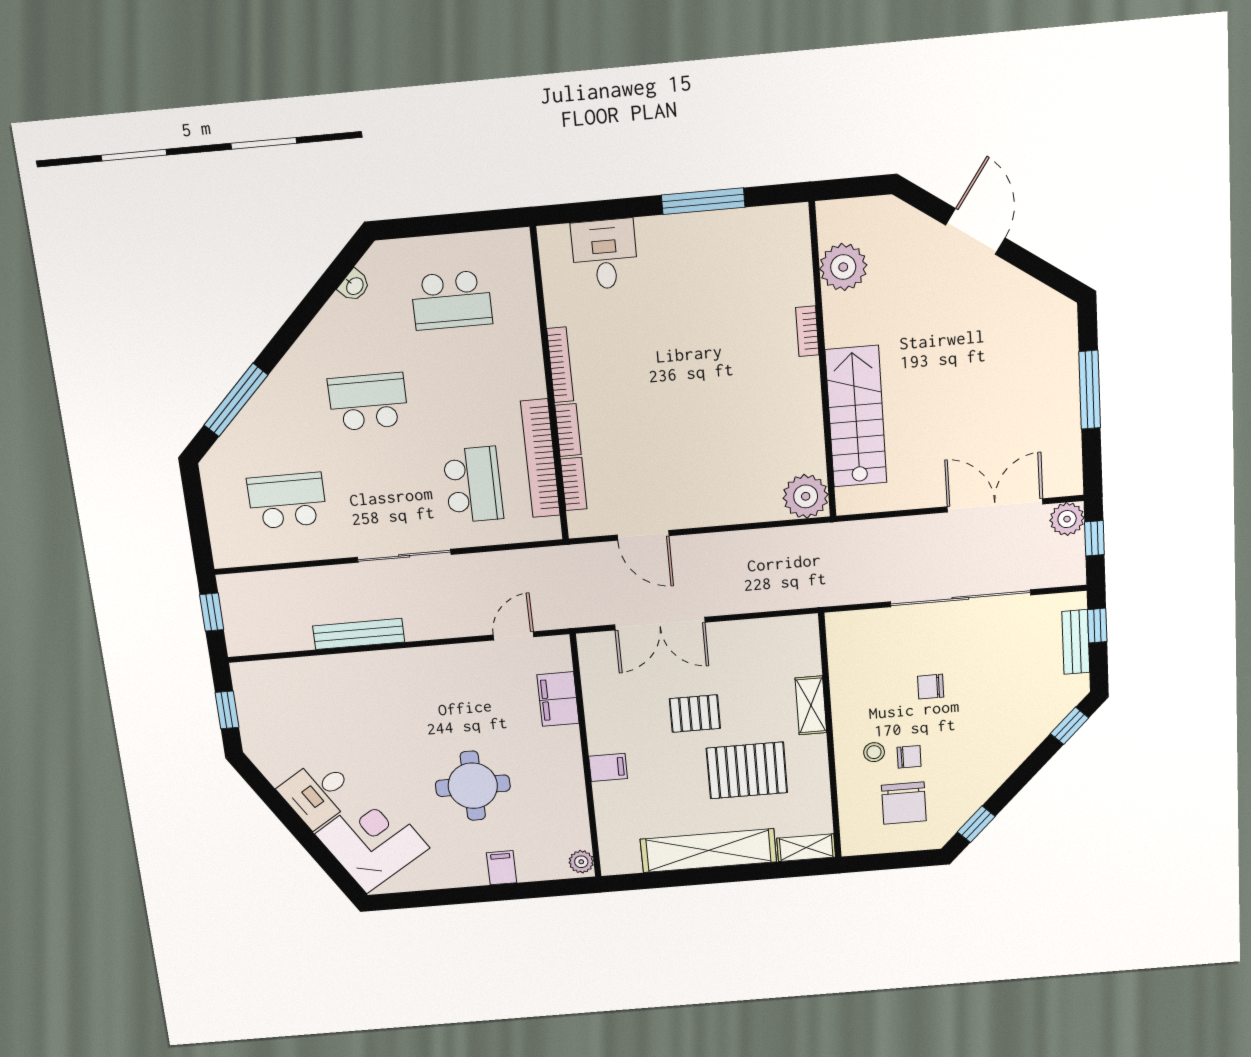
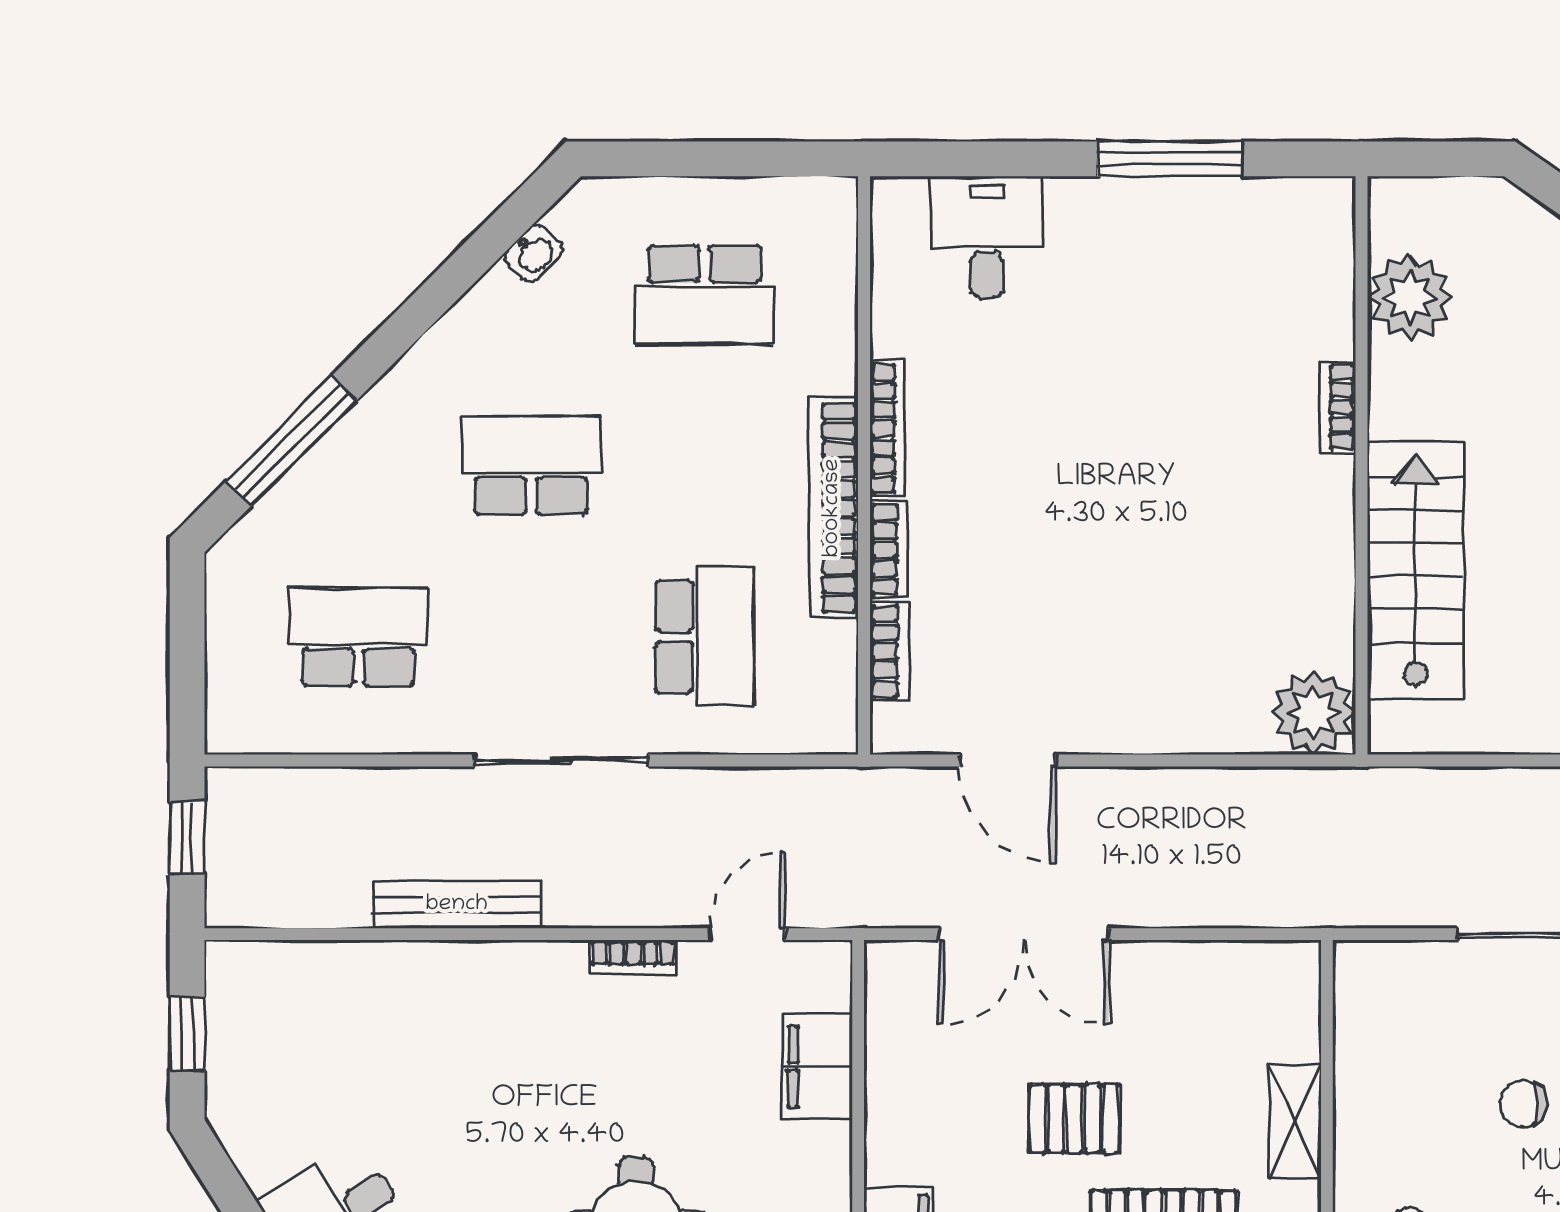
bookcase: (540, 458) -> (833, 508), moved
bookcase: (455, 653) -> (633, 957), added

